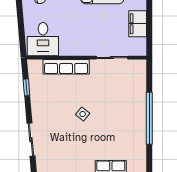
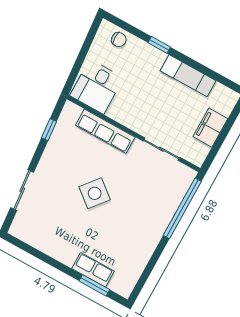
side table: (83, 114) -> (95, 193), width x1.87, depth x1.87
window: (149, 118) -> (182, 208), moved

